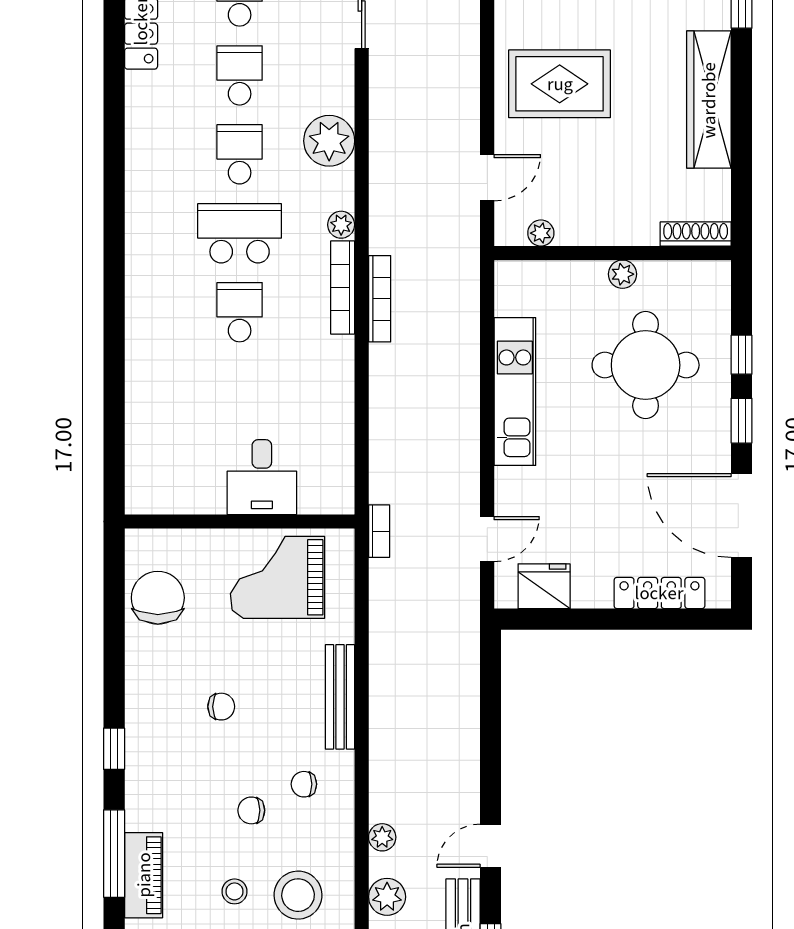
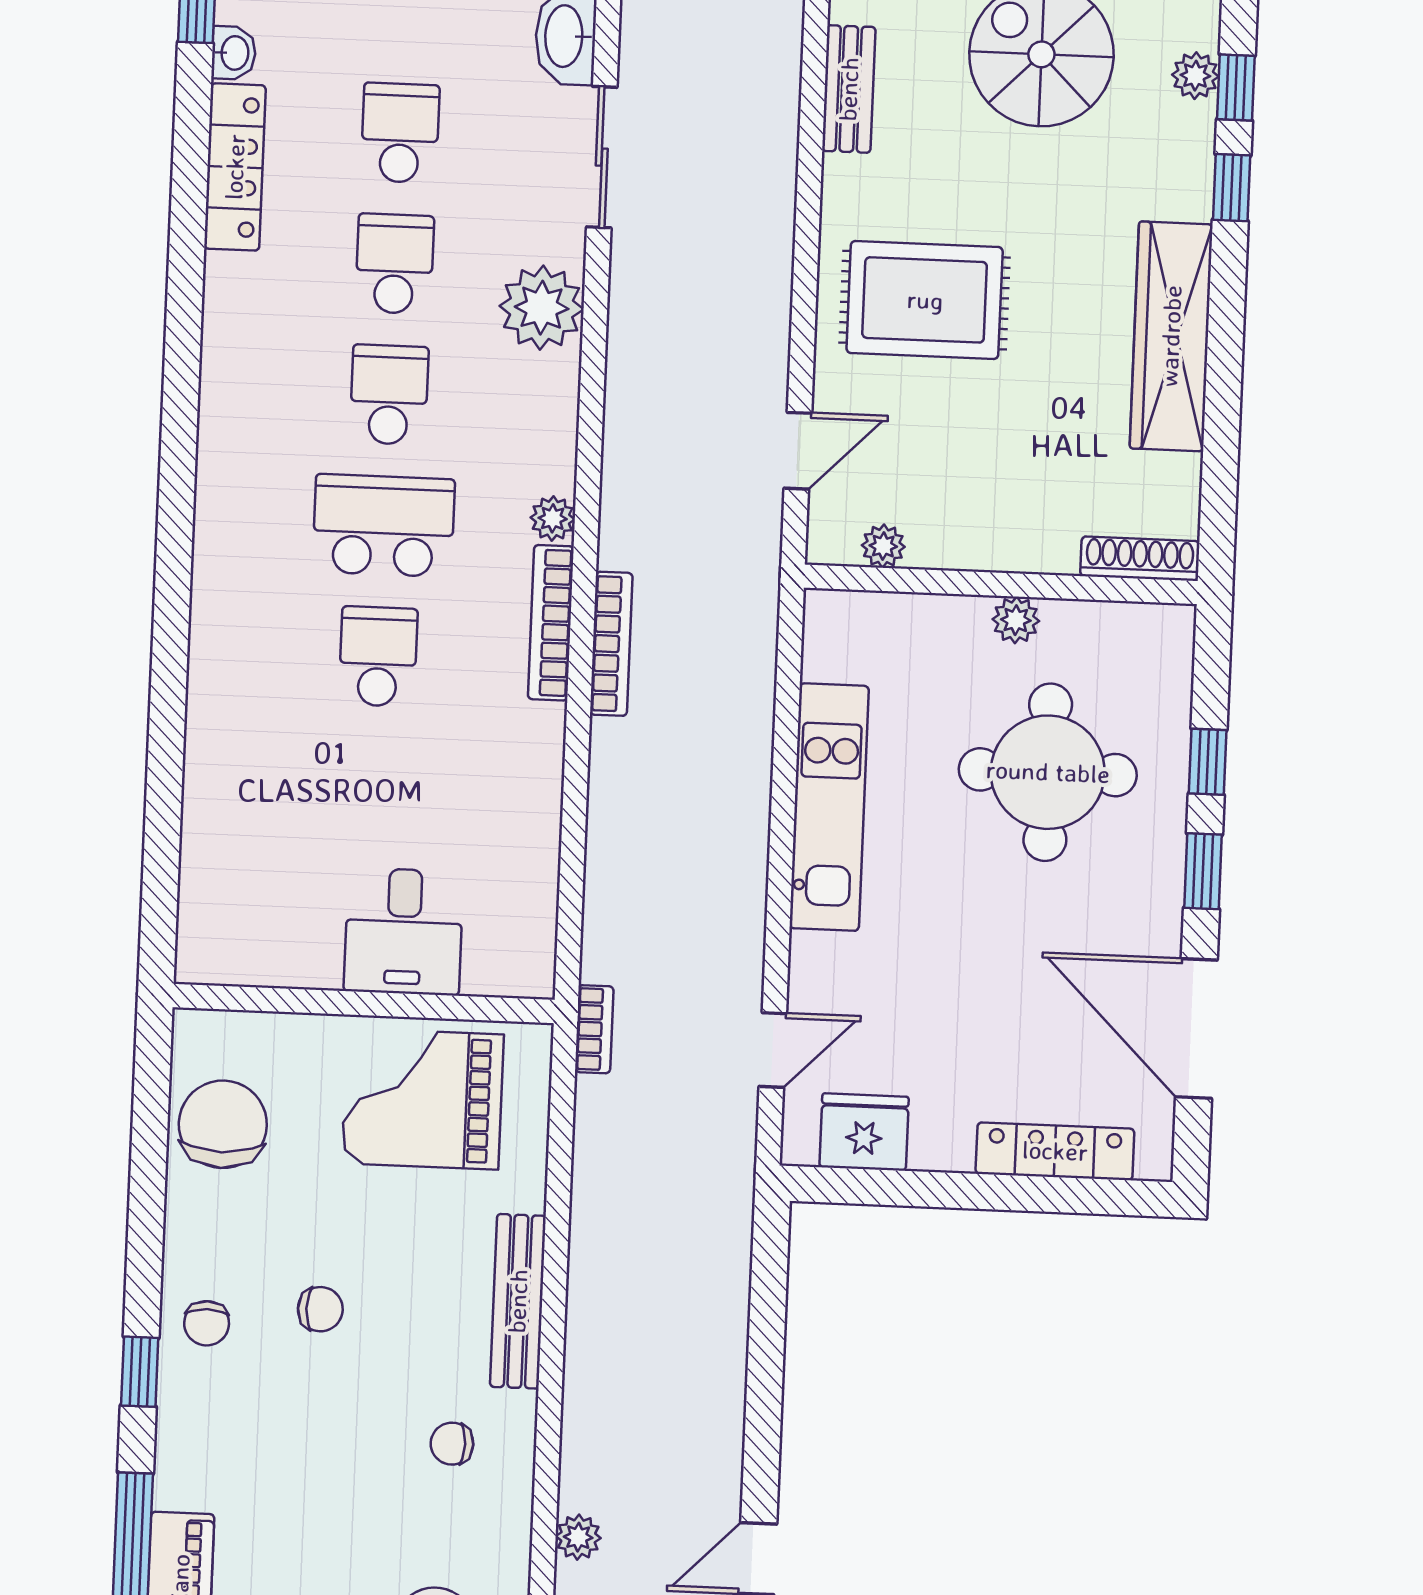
plant: (329, 141) -> (542, 308), moved
chair: (251, 810) -> (207, 1323), moved, turned -90

